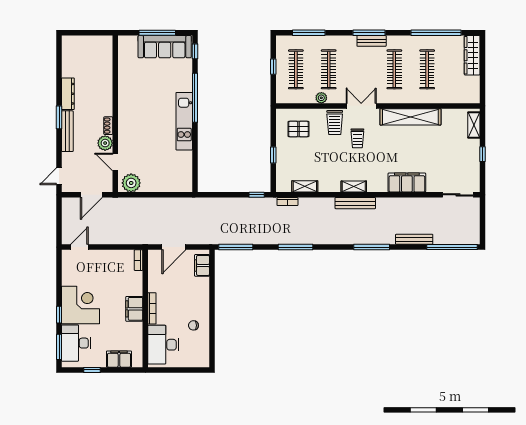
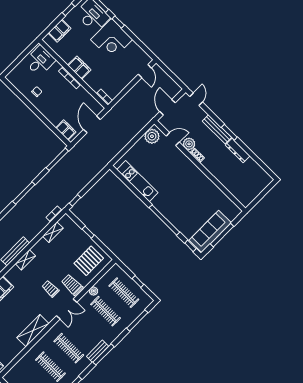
shelving: (410, 117) -> (33, 331), width x0.68
kitchen unit: (184, 121) -> (137, 181), moved
pallet: (298, 129) -> (89, 261), width x1.50, depth x1.42
desk: (163, 345) -> (40, 61), width x0.73

